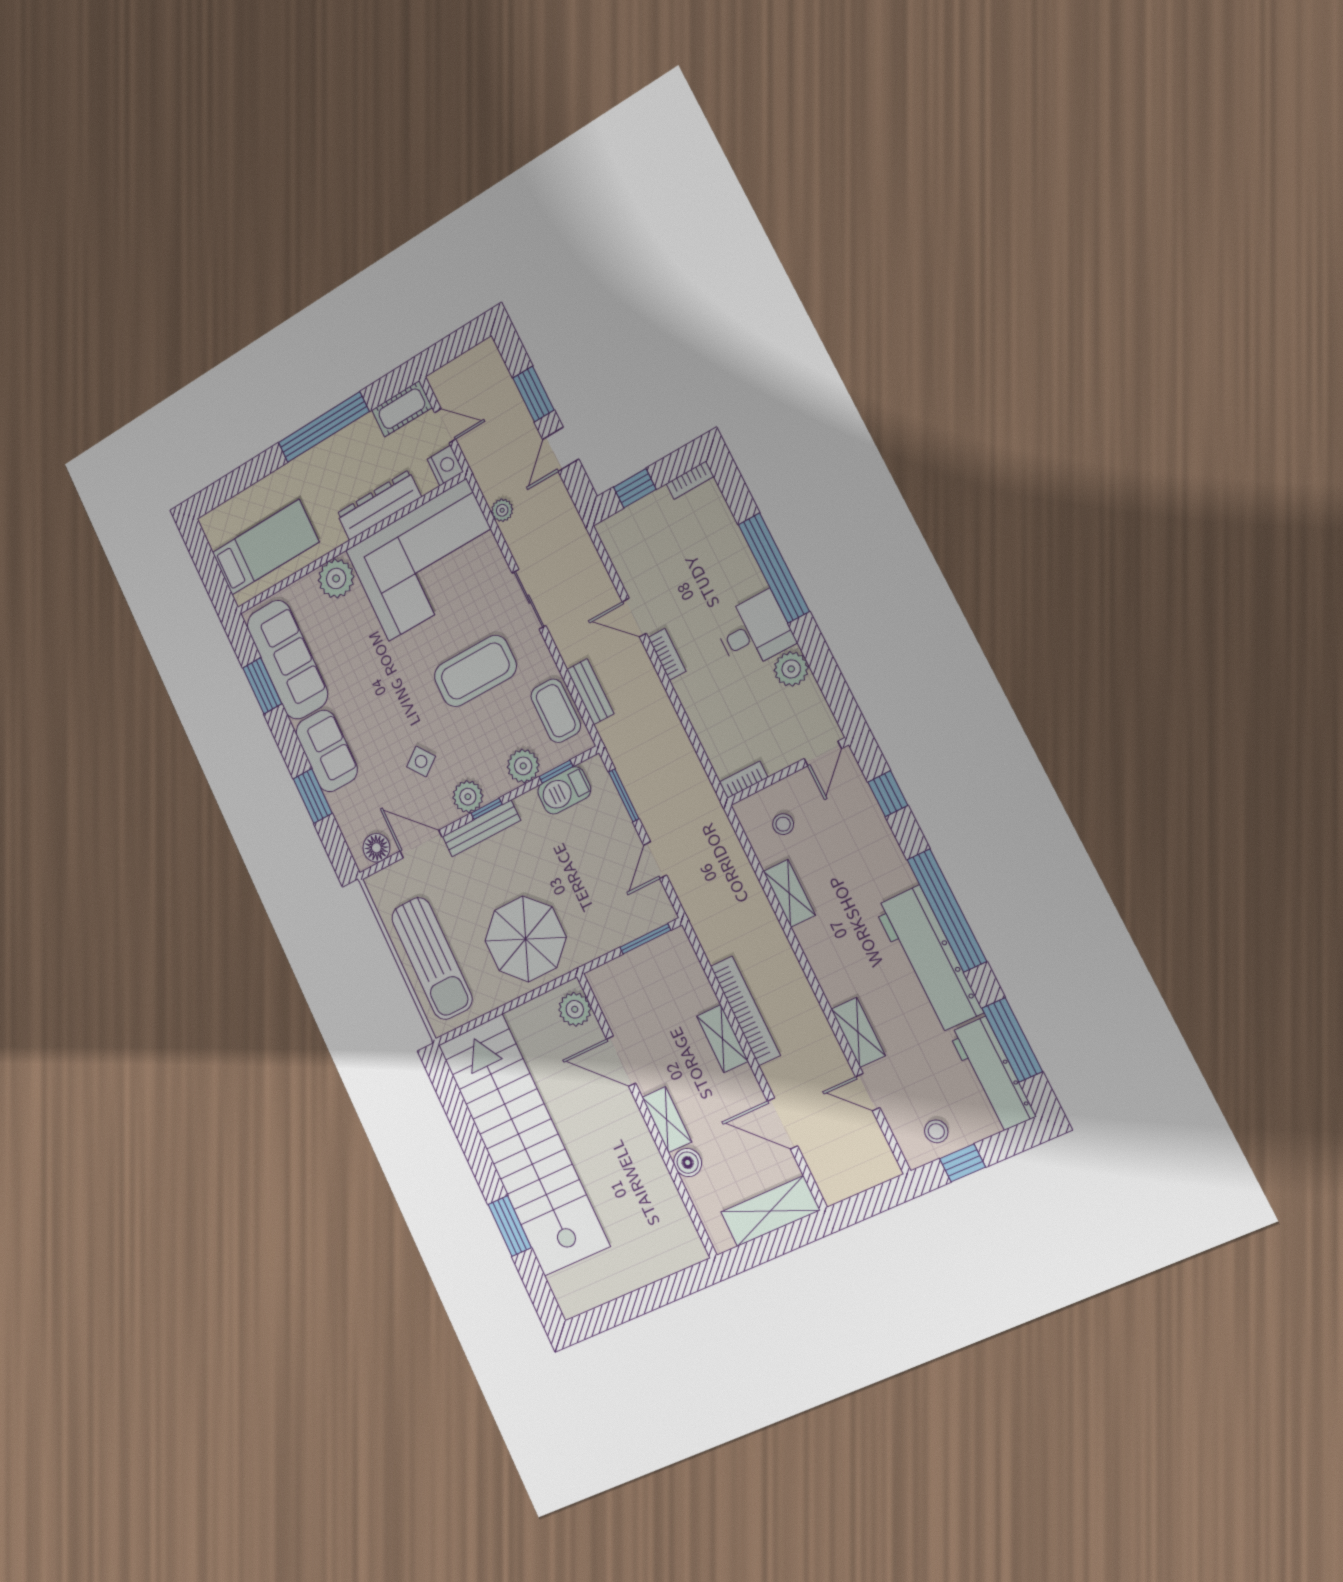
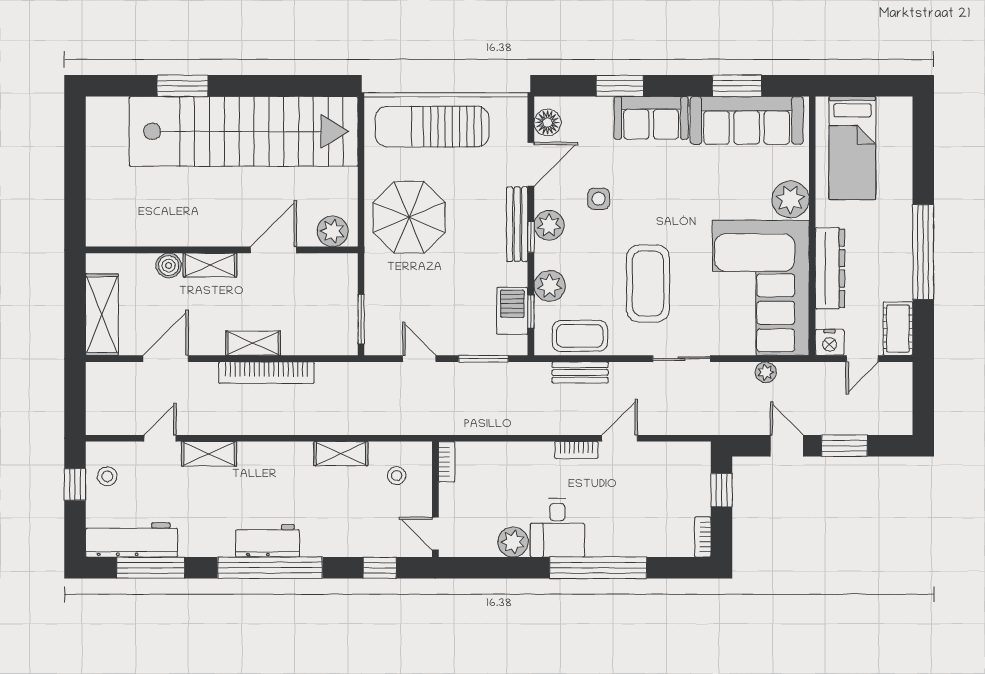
side table: (421, 761) -> (599, 199), turned 37
workbench: (928, 959) -> (267, 541), width x0.53, depth x0.76

